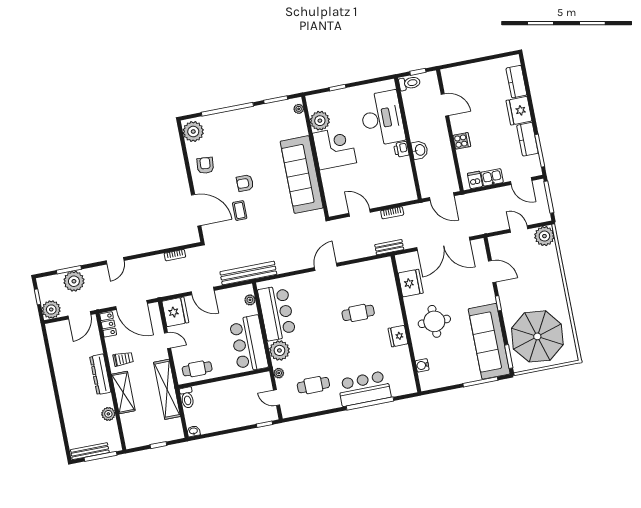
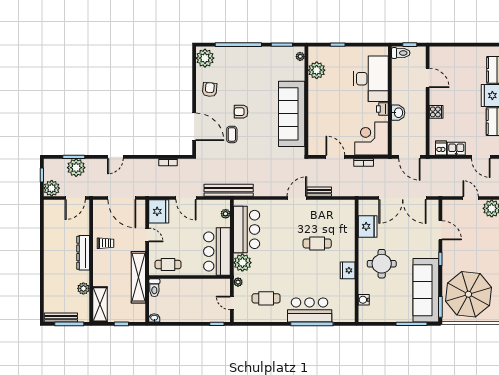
corner desk: (335, 148) -> (372, 138), moved, turned -90
bench: (389, 247) -> (319, 192), moved
locker: (108, 324) -> (98, 211), removed
shelving: (123, 392) -> (100, 304), moved

